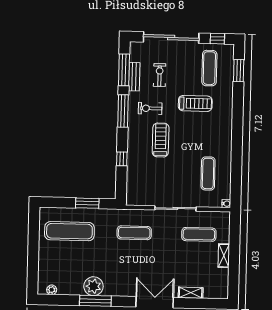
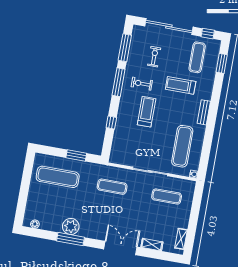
bench: (134, 77) -> (204, 112), moved
treadmill: (195, 103) -> (181, 85), turned 180
exercise mat: (208, 173) -> (182, 146), width x1.36, depth x1.45
shelving: (224, 256) -> (181, 239), moved

